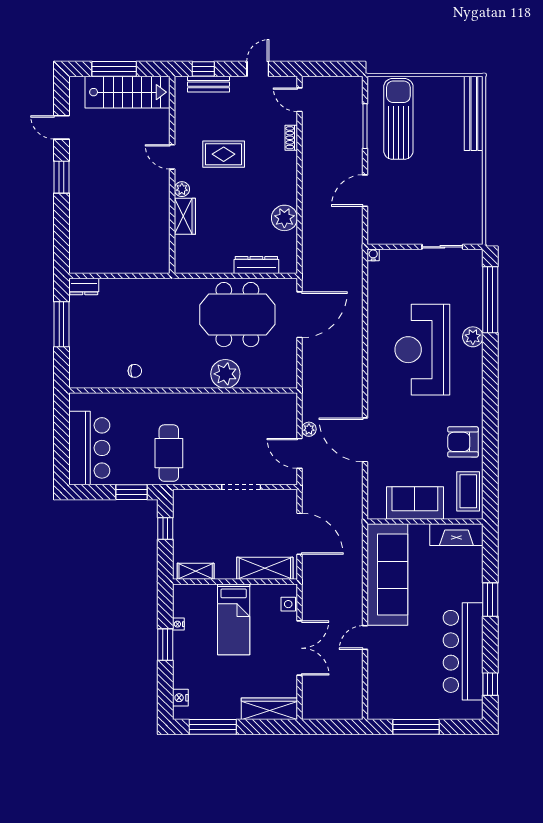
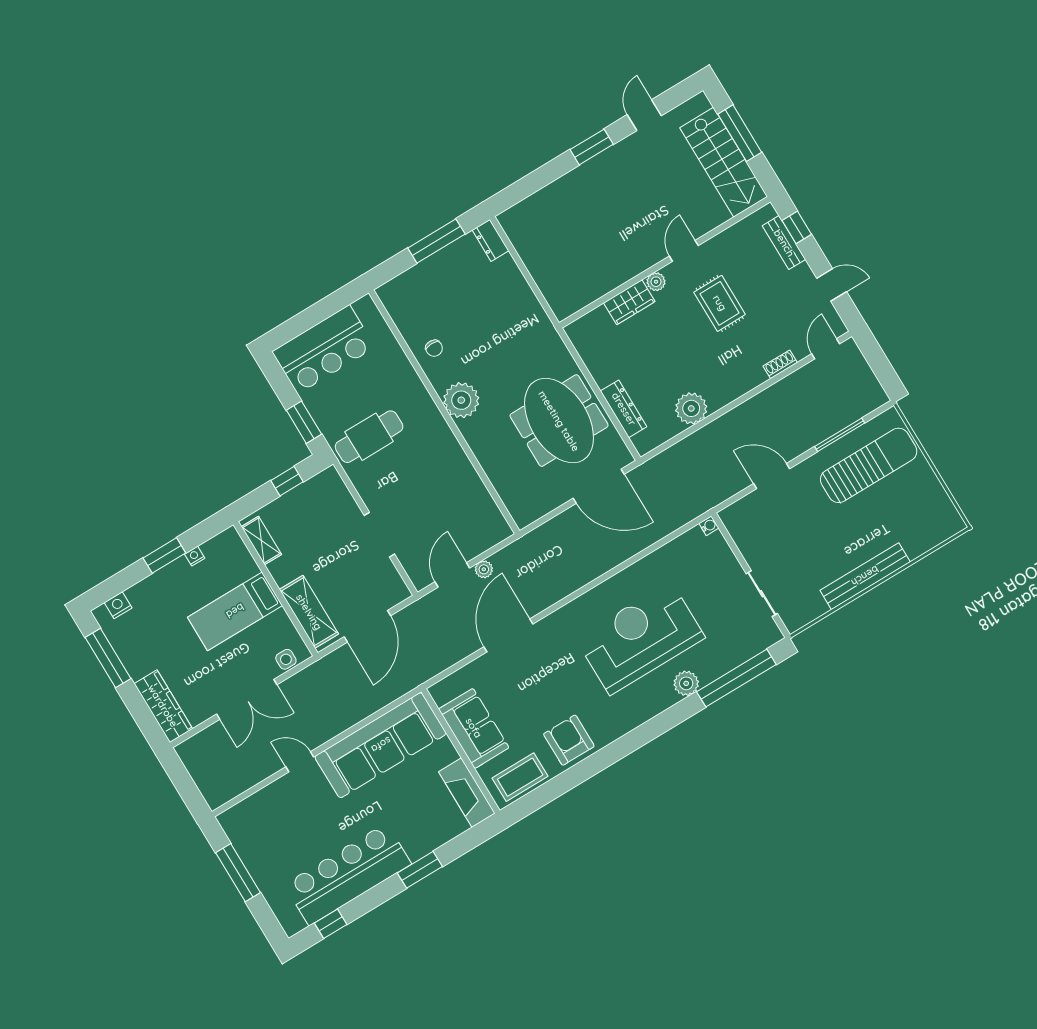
bench: (474, 113) -> (865, 576), moved
plant: (225, 374) -> (461, 400), moved

